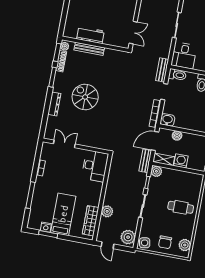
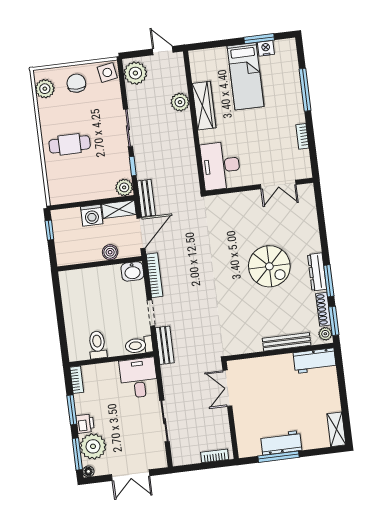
workbench: (90, 35) -> (315, 361), moved
dresser: (54, 104) -> (317, 272), moved
wardrobe: (91, 221) -> (204, 106), moved

